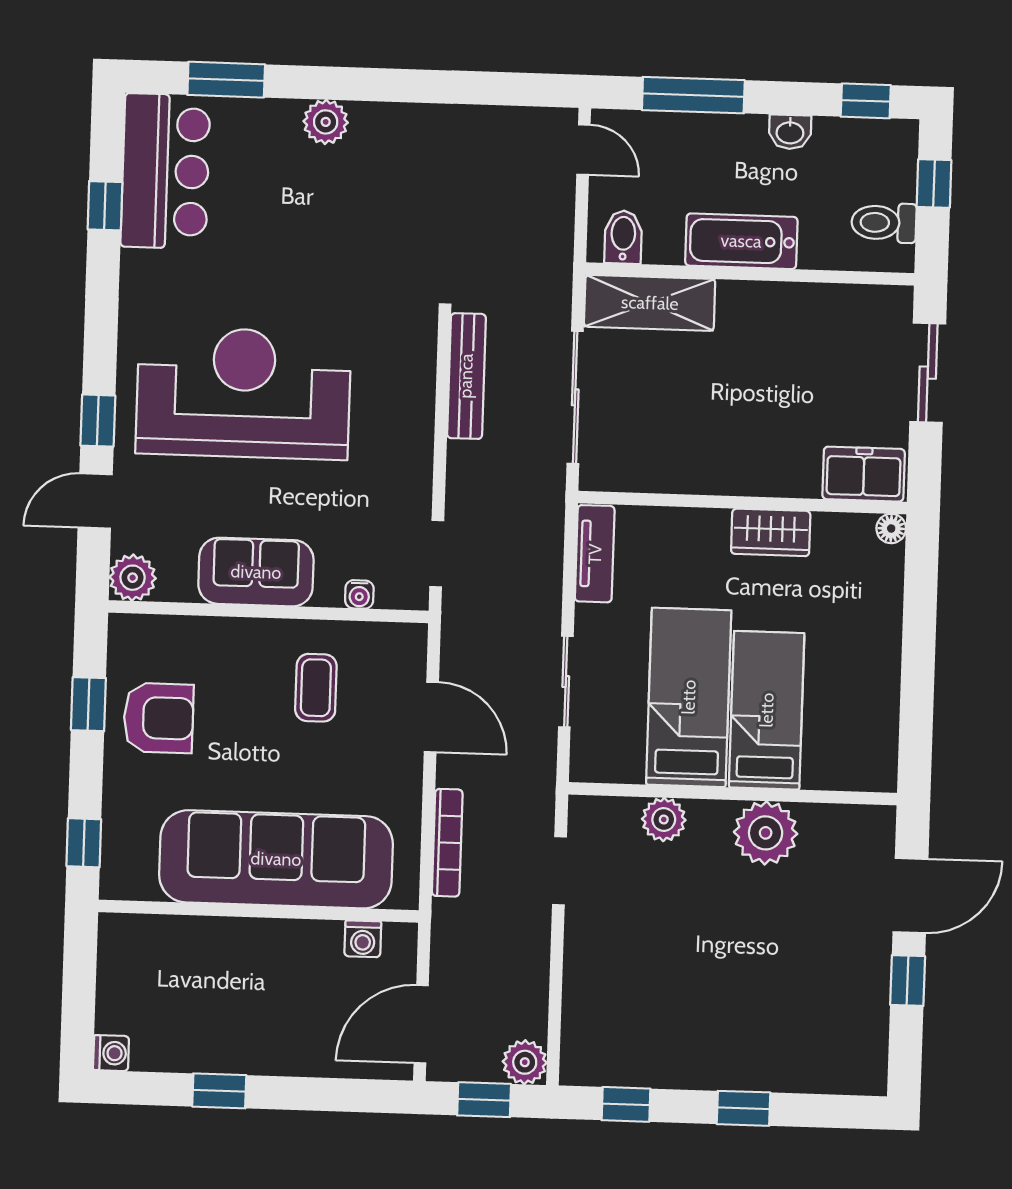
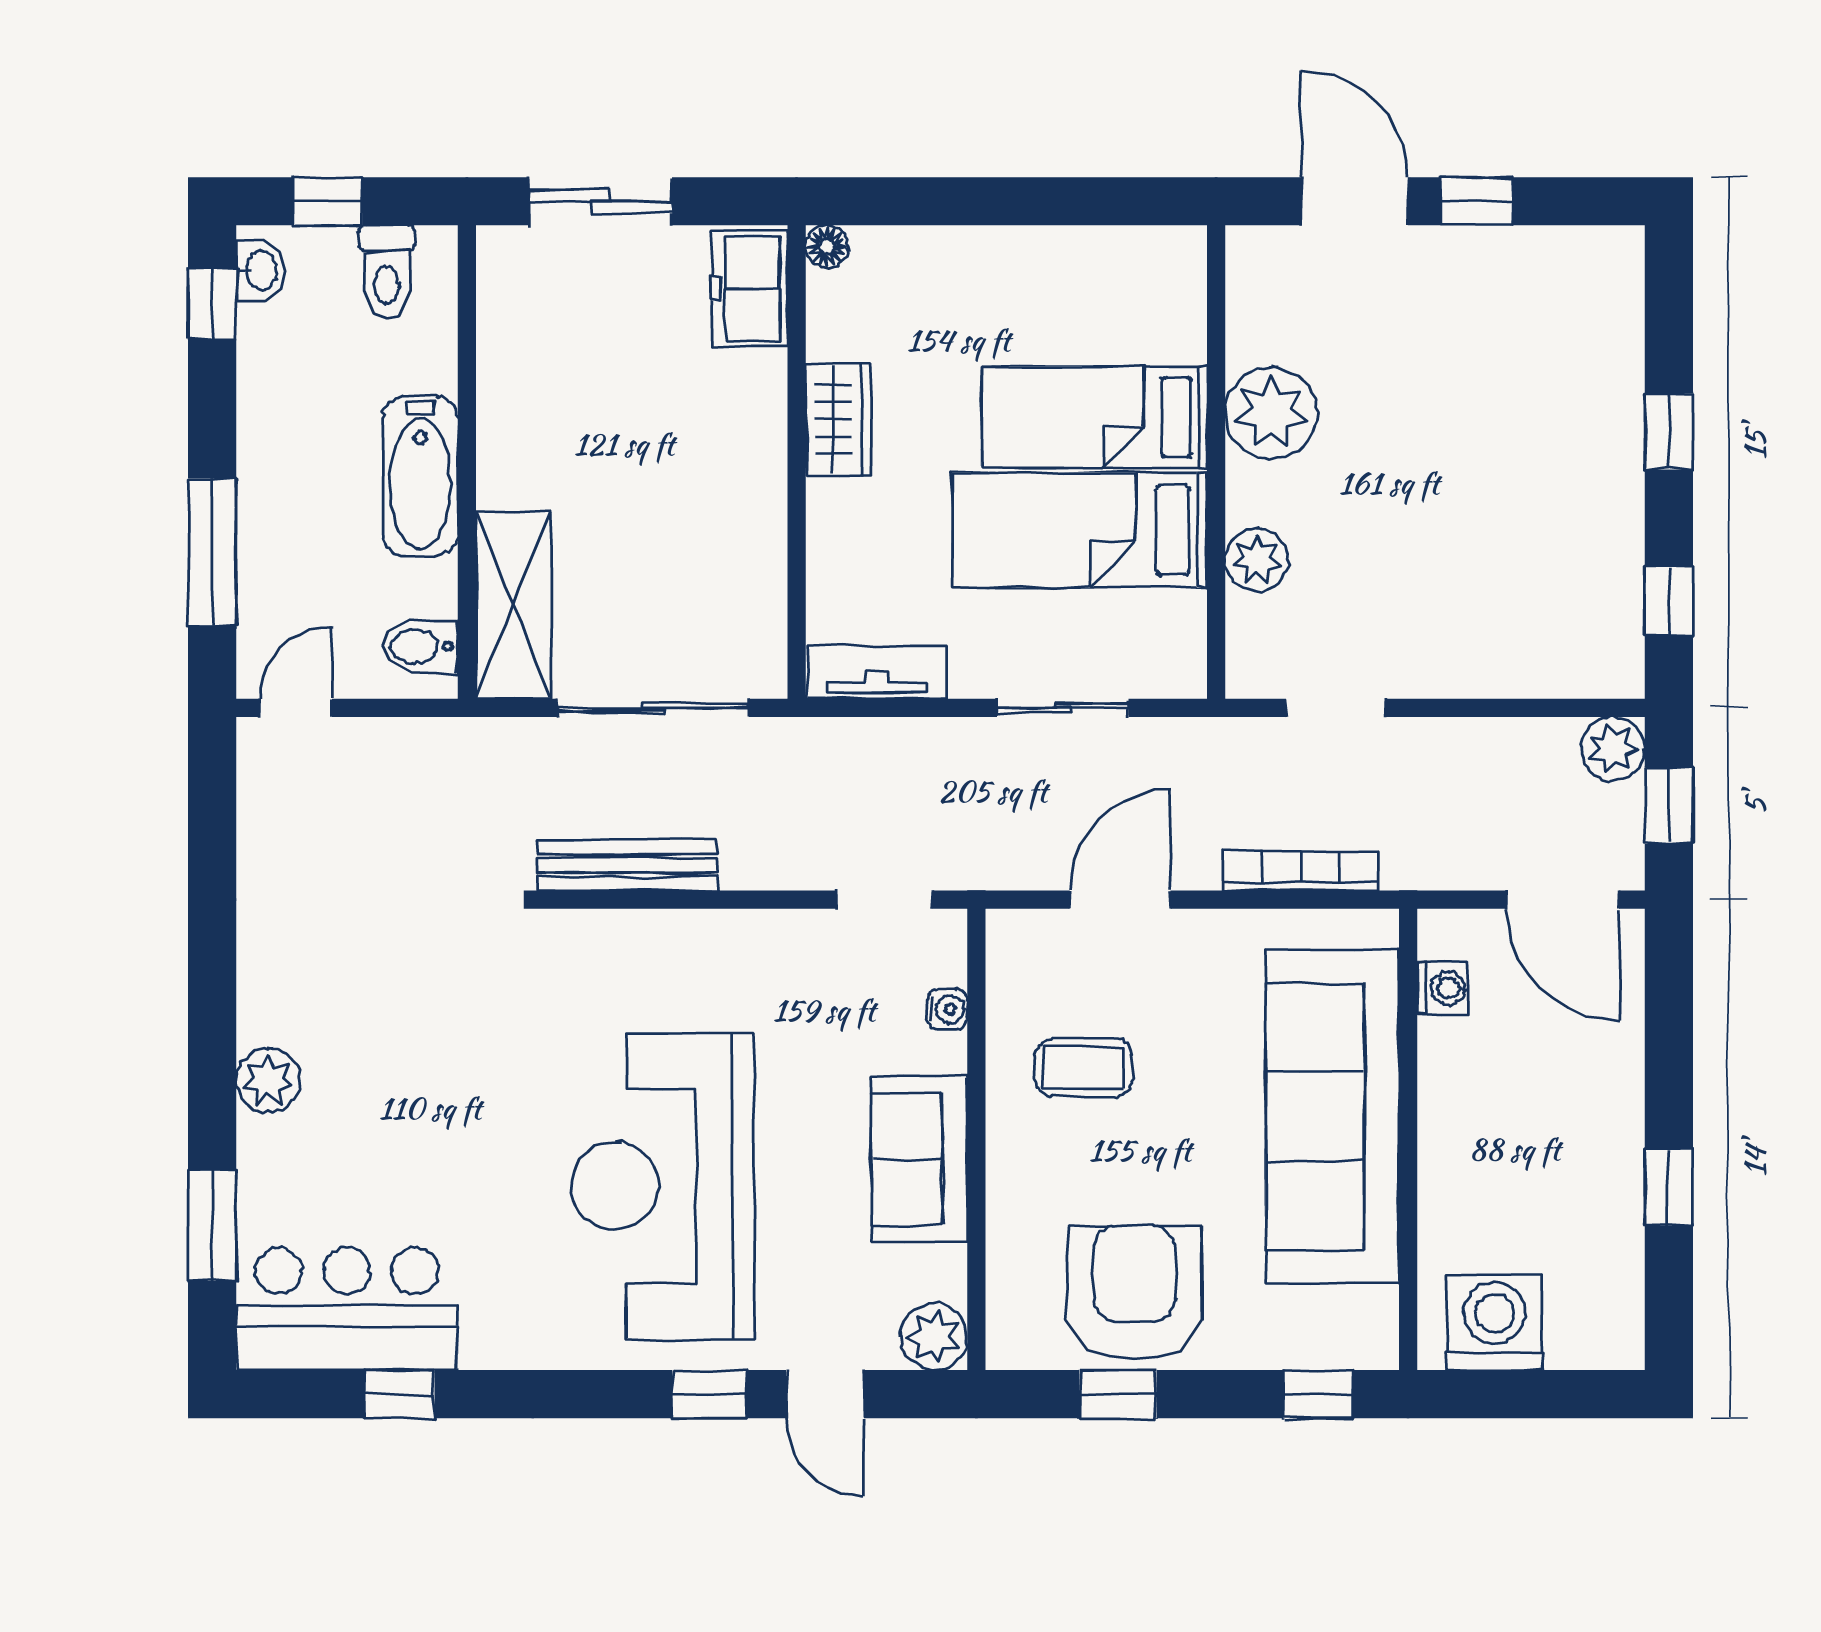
washbasin: (790, 132) -> (260, 270), moved
armchair: (159, 718) -> (1135, 1293), width x1.36, depth x1.36
washing machine: (111, 1053) -> (1494, 1323), moved, width x1.89, depth x1.89

